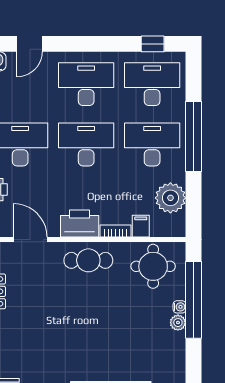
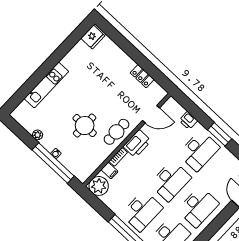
plant: (170, 198) -> (99, 186), moved
round table: (153, 266) -> (85, 126), moved
plant: (178, 323) -> (38, 135), moved

